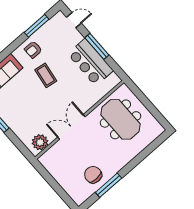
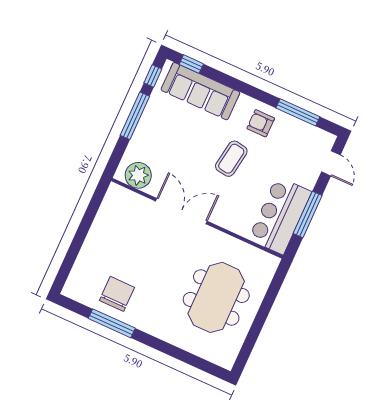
wall: (79, 120) -> (197, 218), moved
double door: (71, 127) -> (181, 211), moved
plant: (40, 142) -> (138, 175), moved

